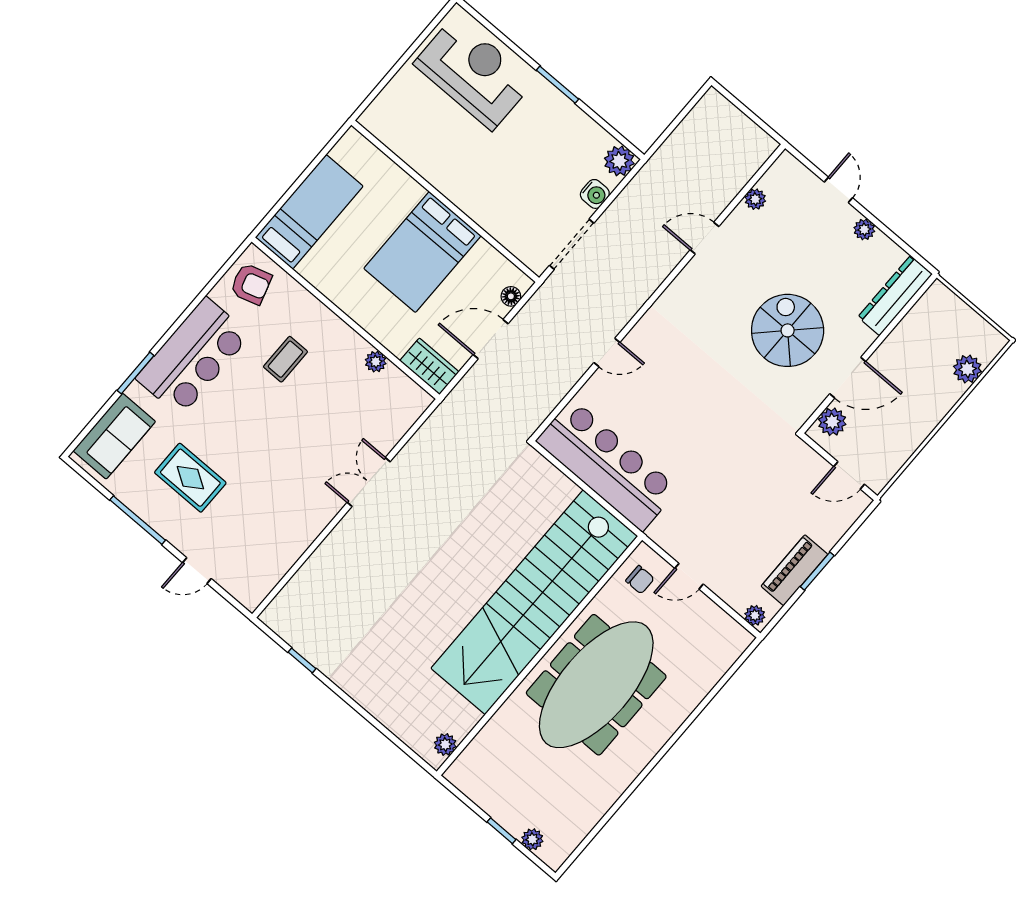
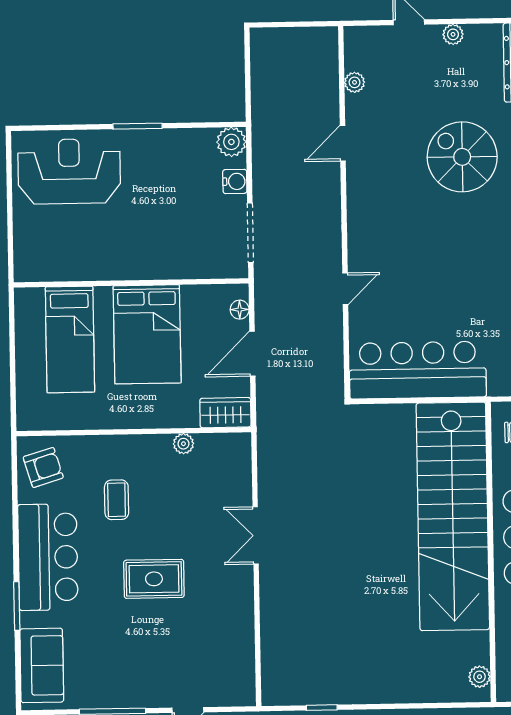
bed: (309, 212) -> (70, 339), moved, turned 180
rug: (190, 478) -> (154, 579), moved

